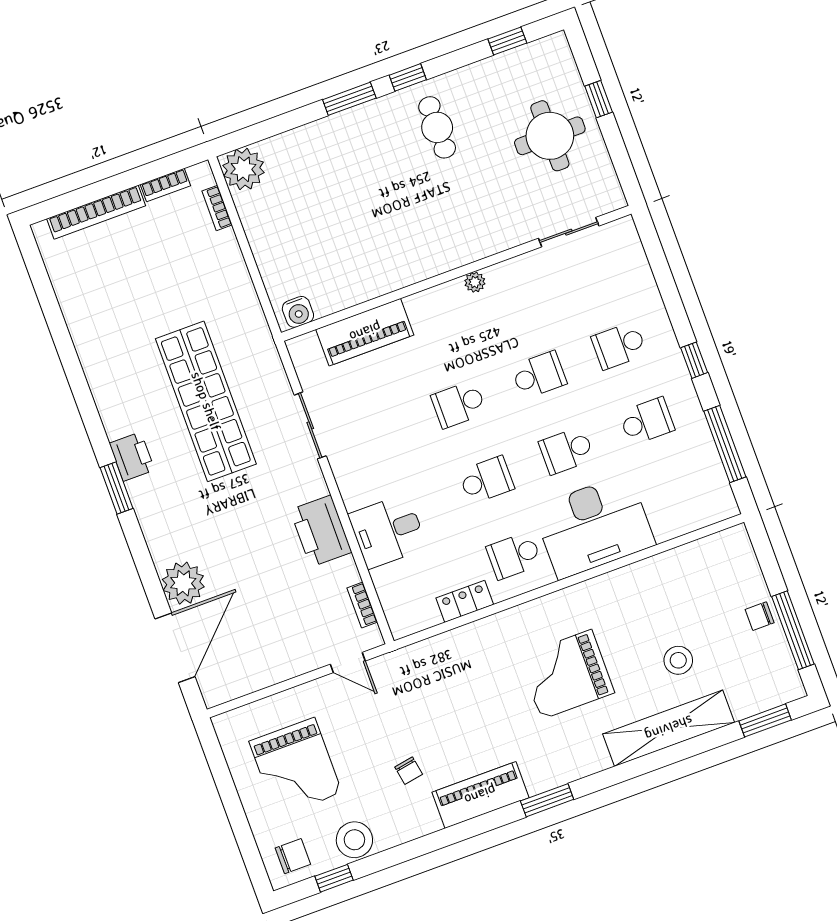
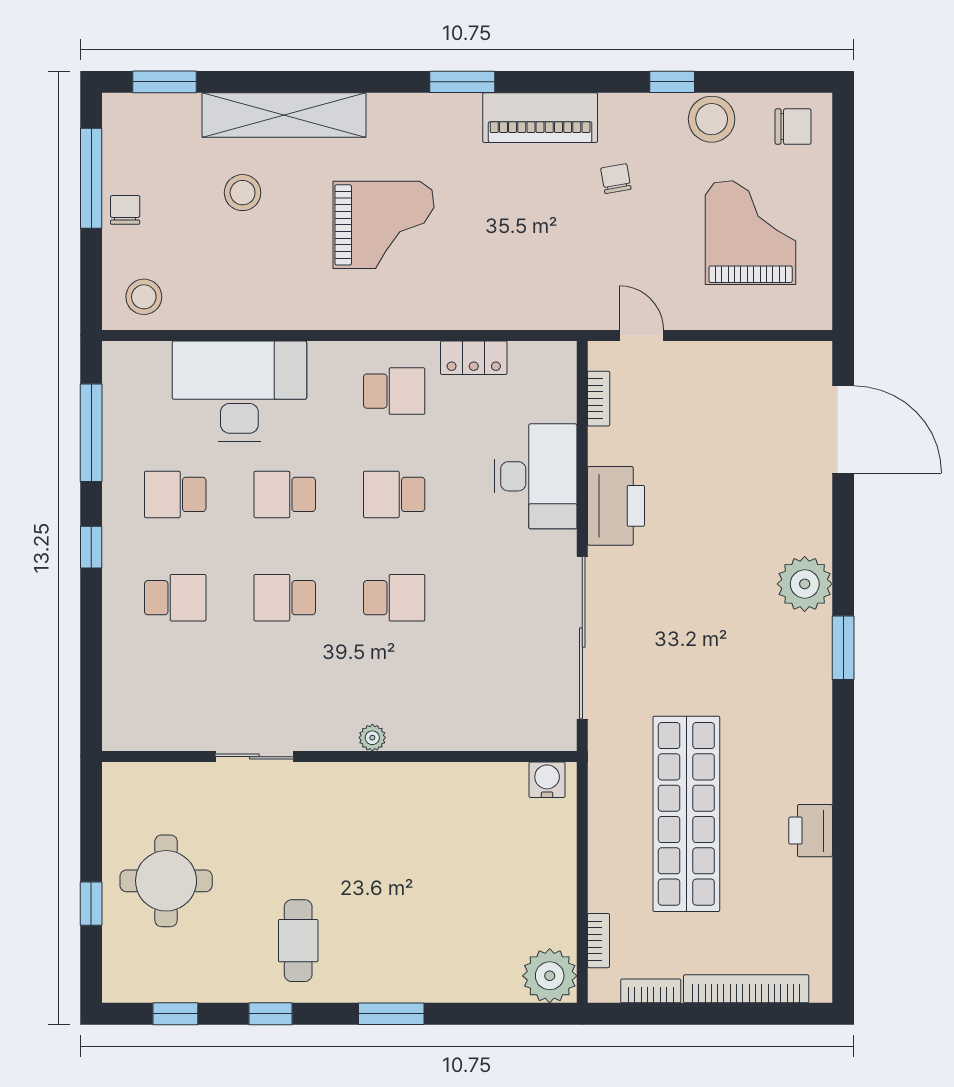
window: (408, 77) -> (270, 1014), moved
sliding door: (569, 232) -> (254, 757), moved
plant: (475, 282) -> (372, 738), moved
piano: (365, 332) -> (475, 726), removed
shop shelf: (206, 401) -> (686, 814), moved
sliding door: (310, 425) -> (582, 638), width x1.86
school desk: (567, 451) -> (285, 494), turned 180
printer: (132, 457) -> (811, 831), moved
desk: (594, 526) -> (239, 391), moved
desk: (388, 531) -> (536, 476), width x1.37
stool: (723, 558) -> (144, 297), added
plant: (183, 583) -> (805, 584), moved
chair: (760, 616) -> (125, 210), turned -90
door: (175, 648) -> (843, 429), swing flipped
chair: (293, 856) -> (793, 127), turned 180
window: (334, 878) -> (672, 82), moved

